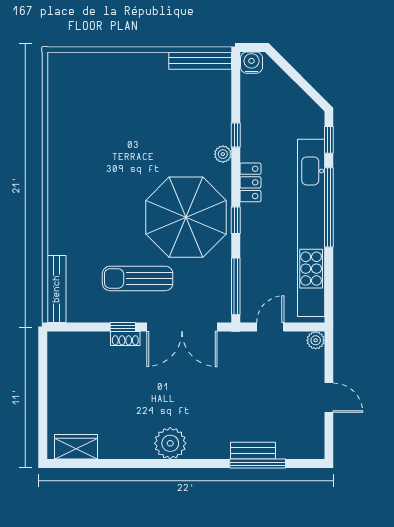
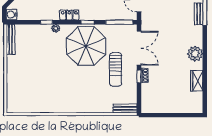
bench: (57, 289) -> (125, 108), width x0.73
wardrobe: (76, 447) -> (197, 81), moved

